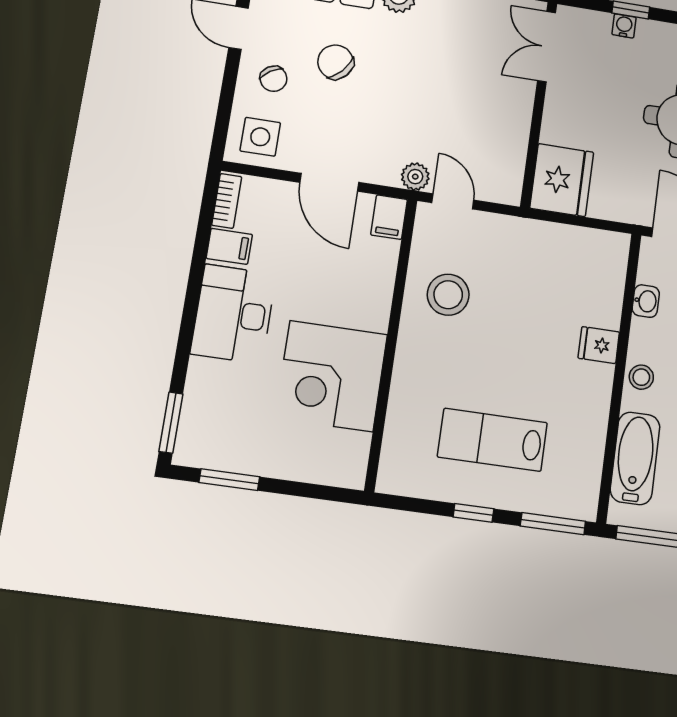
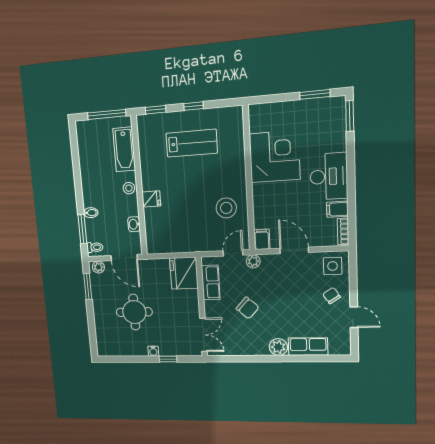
water cooler: (624, 26) -> (153, 351), moved
chair: (336, 62) -> (248, 308), moved
row of seats: (510, 151) -> (211, 282), added
door: (453, 201) -> (233, 253), swing flipped
window: (553, 524) -> (156, 110), width x0.67

